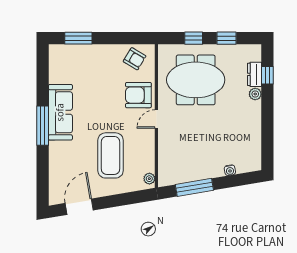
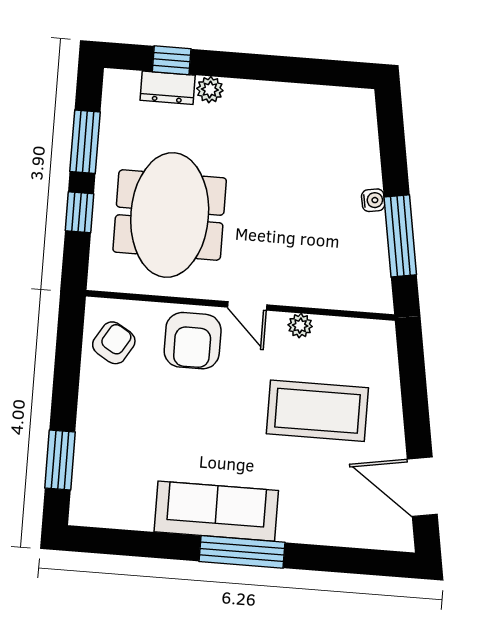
window: (226, 38) -> (85, 142), width x1.50
water cooler: (230, 170) -> (373, 200), moved
plant: (149, 179) -> (300, 326), moved

